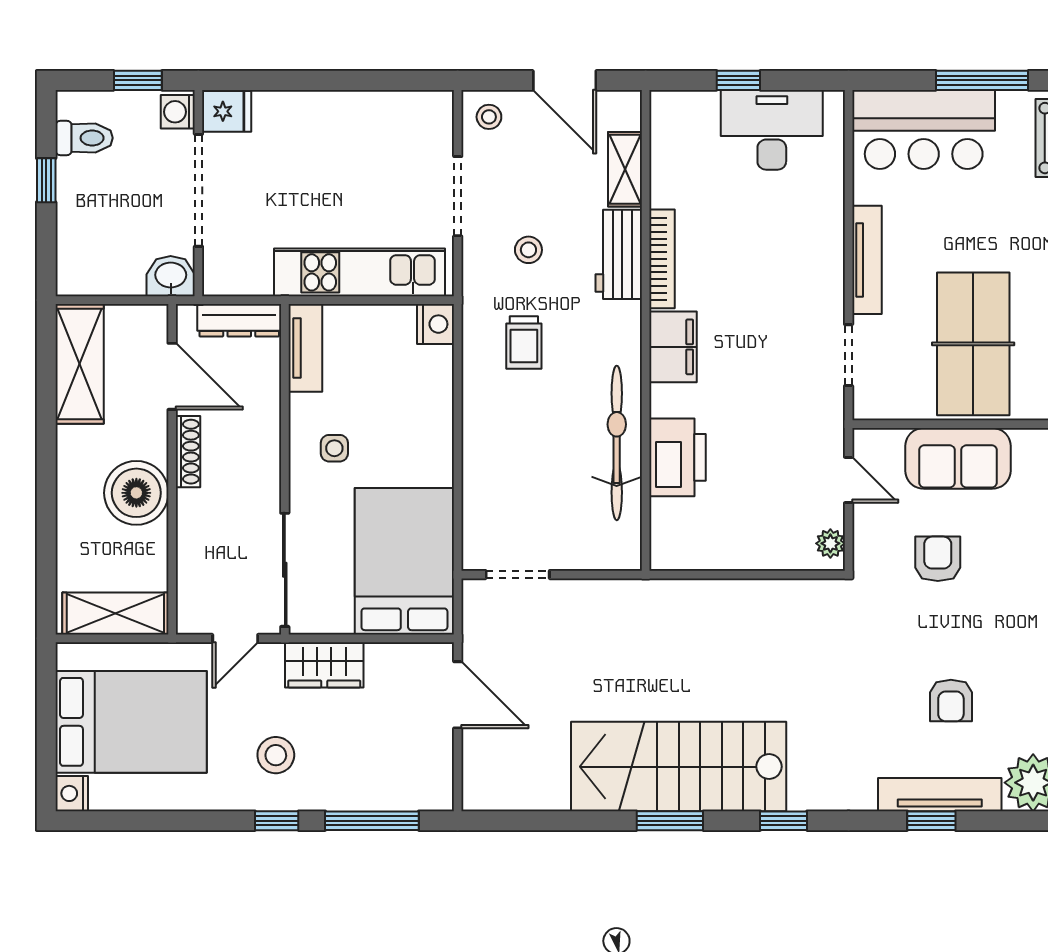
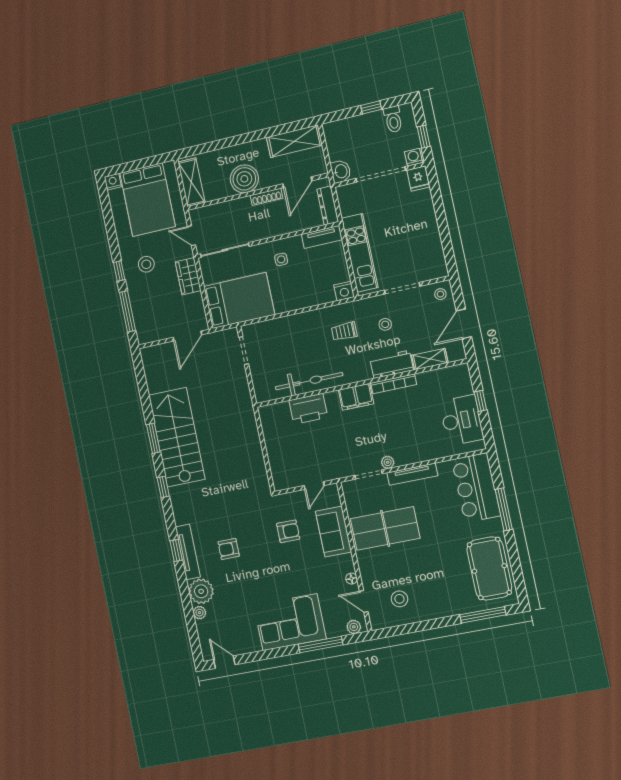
plant: (830, 543) -> (388, 462), moved

